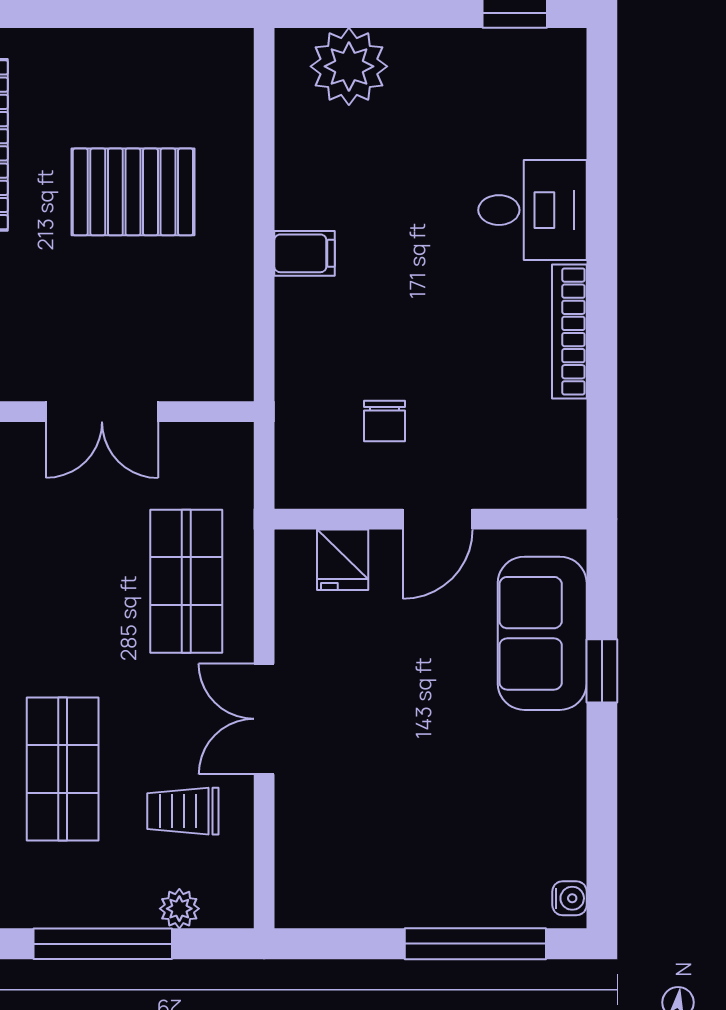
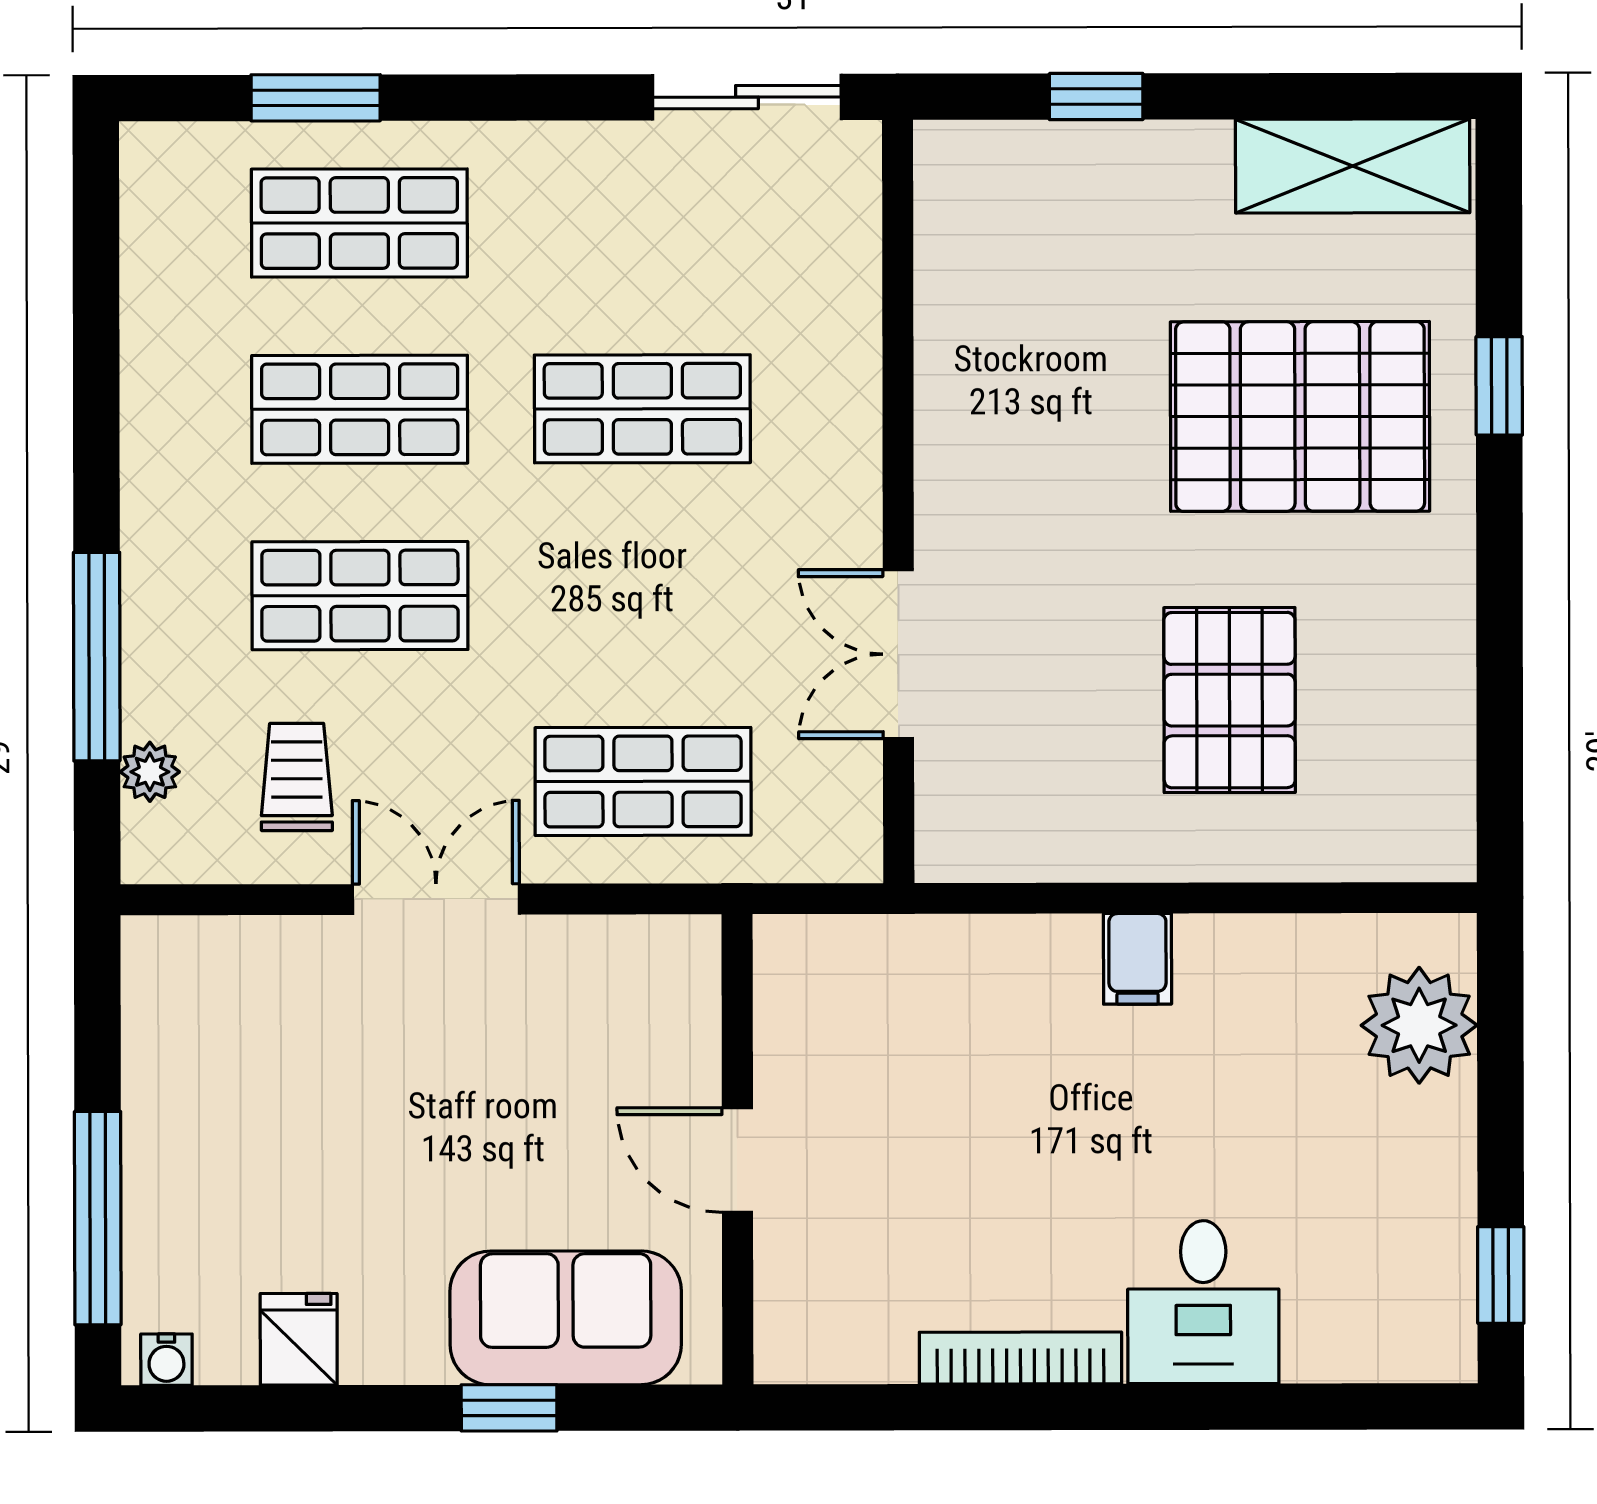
chair: (385, 421) -> (885, 1080), removed
fridge: (343, 560) -> (299, 1339), moved, turned 90

